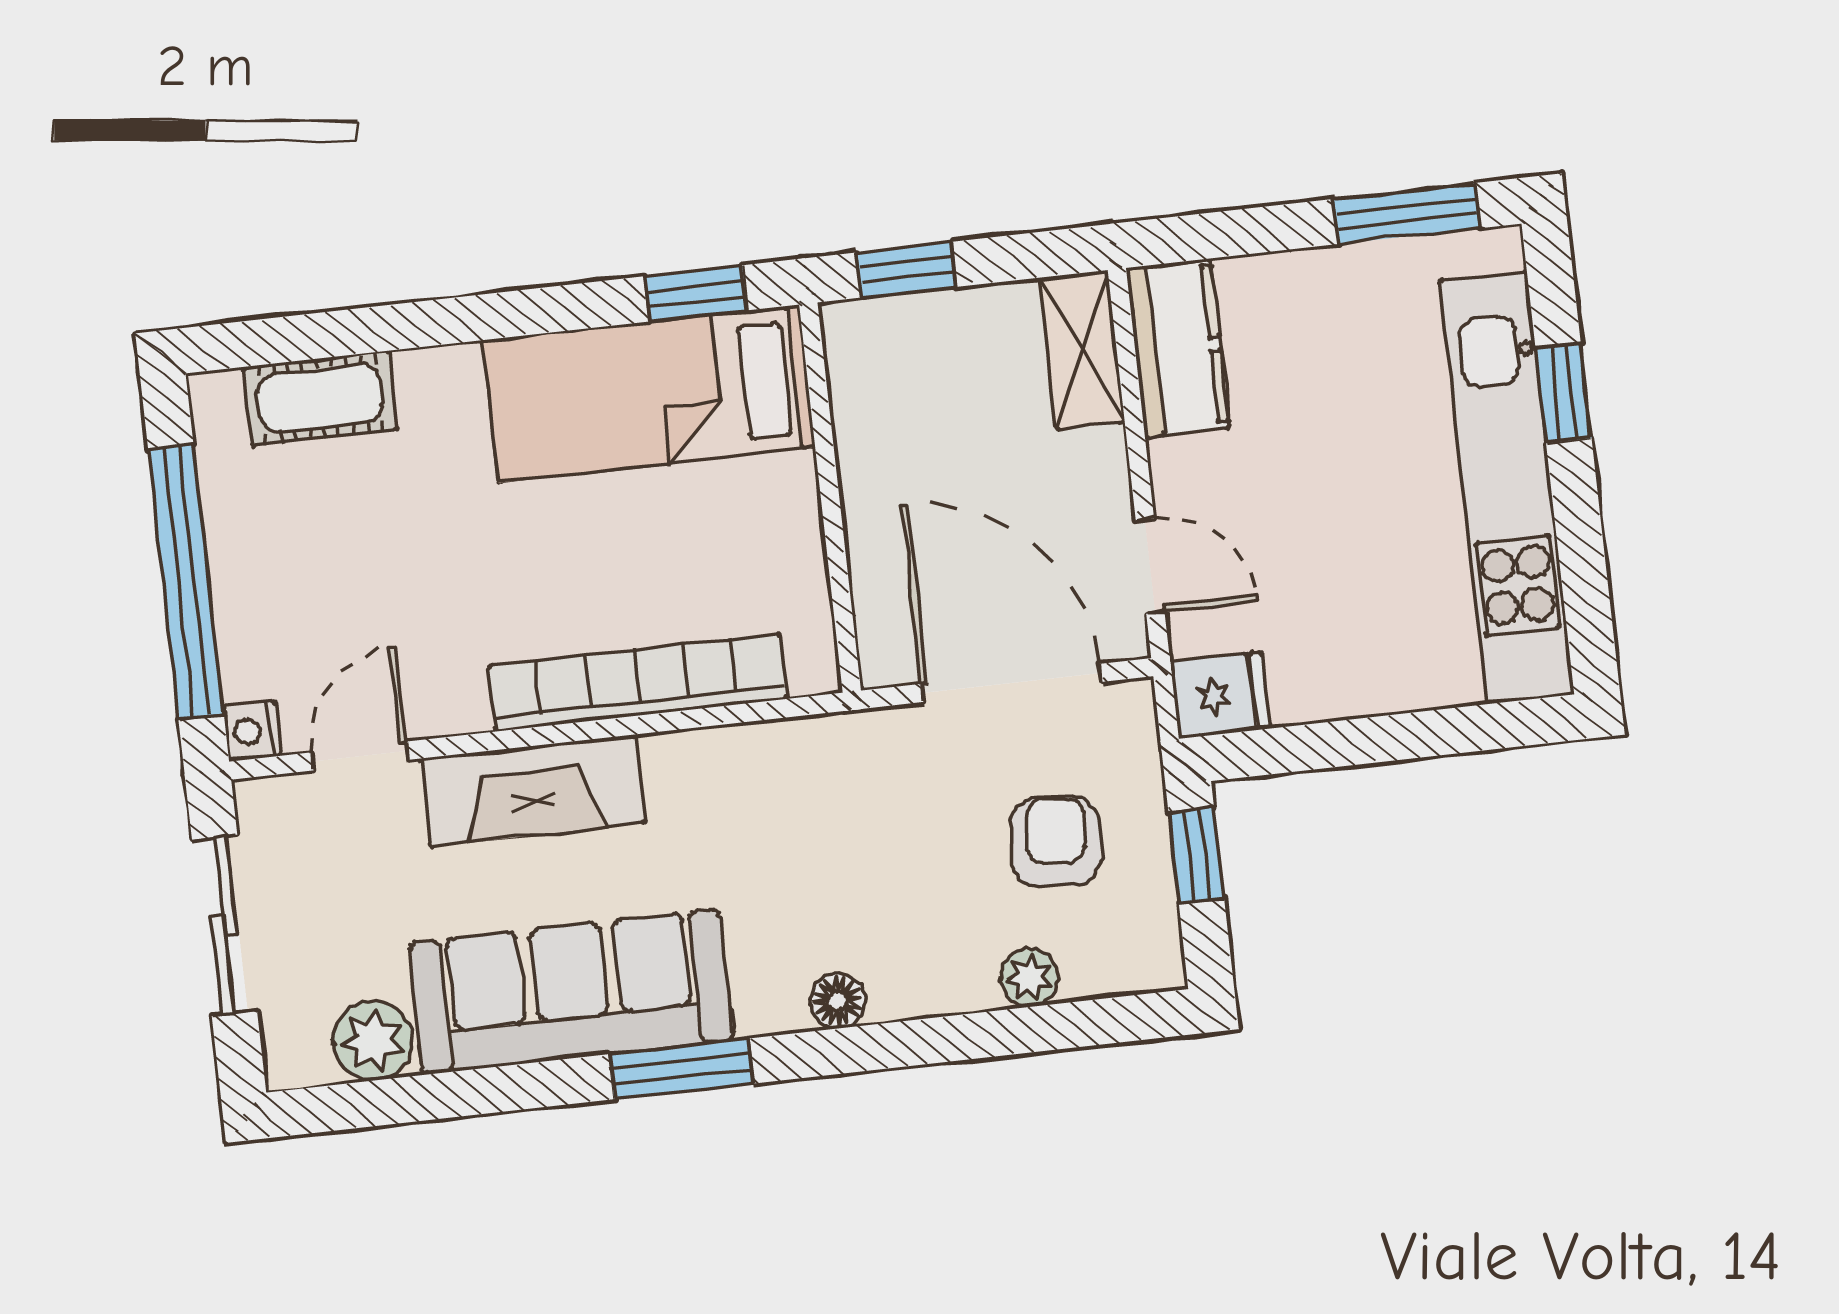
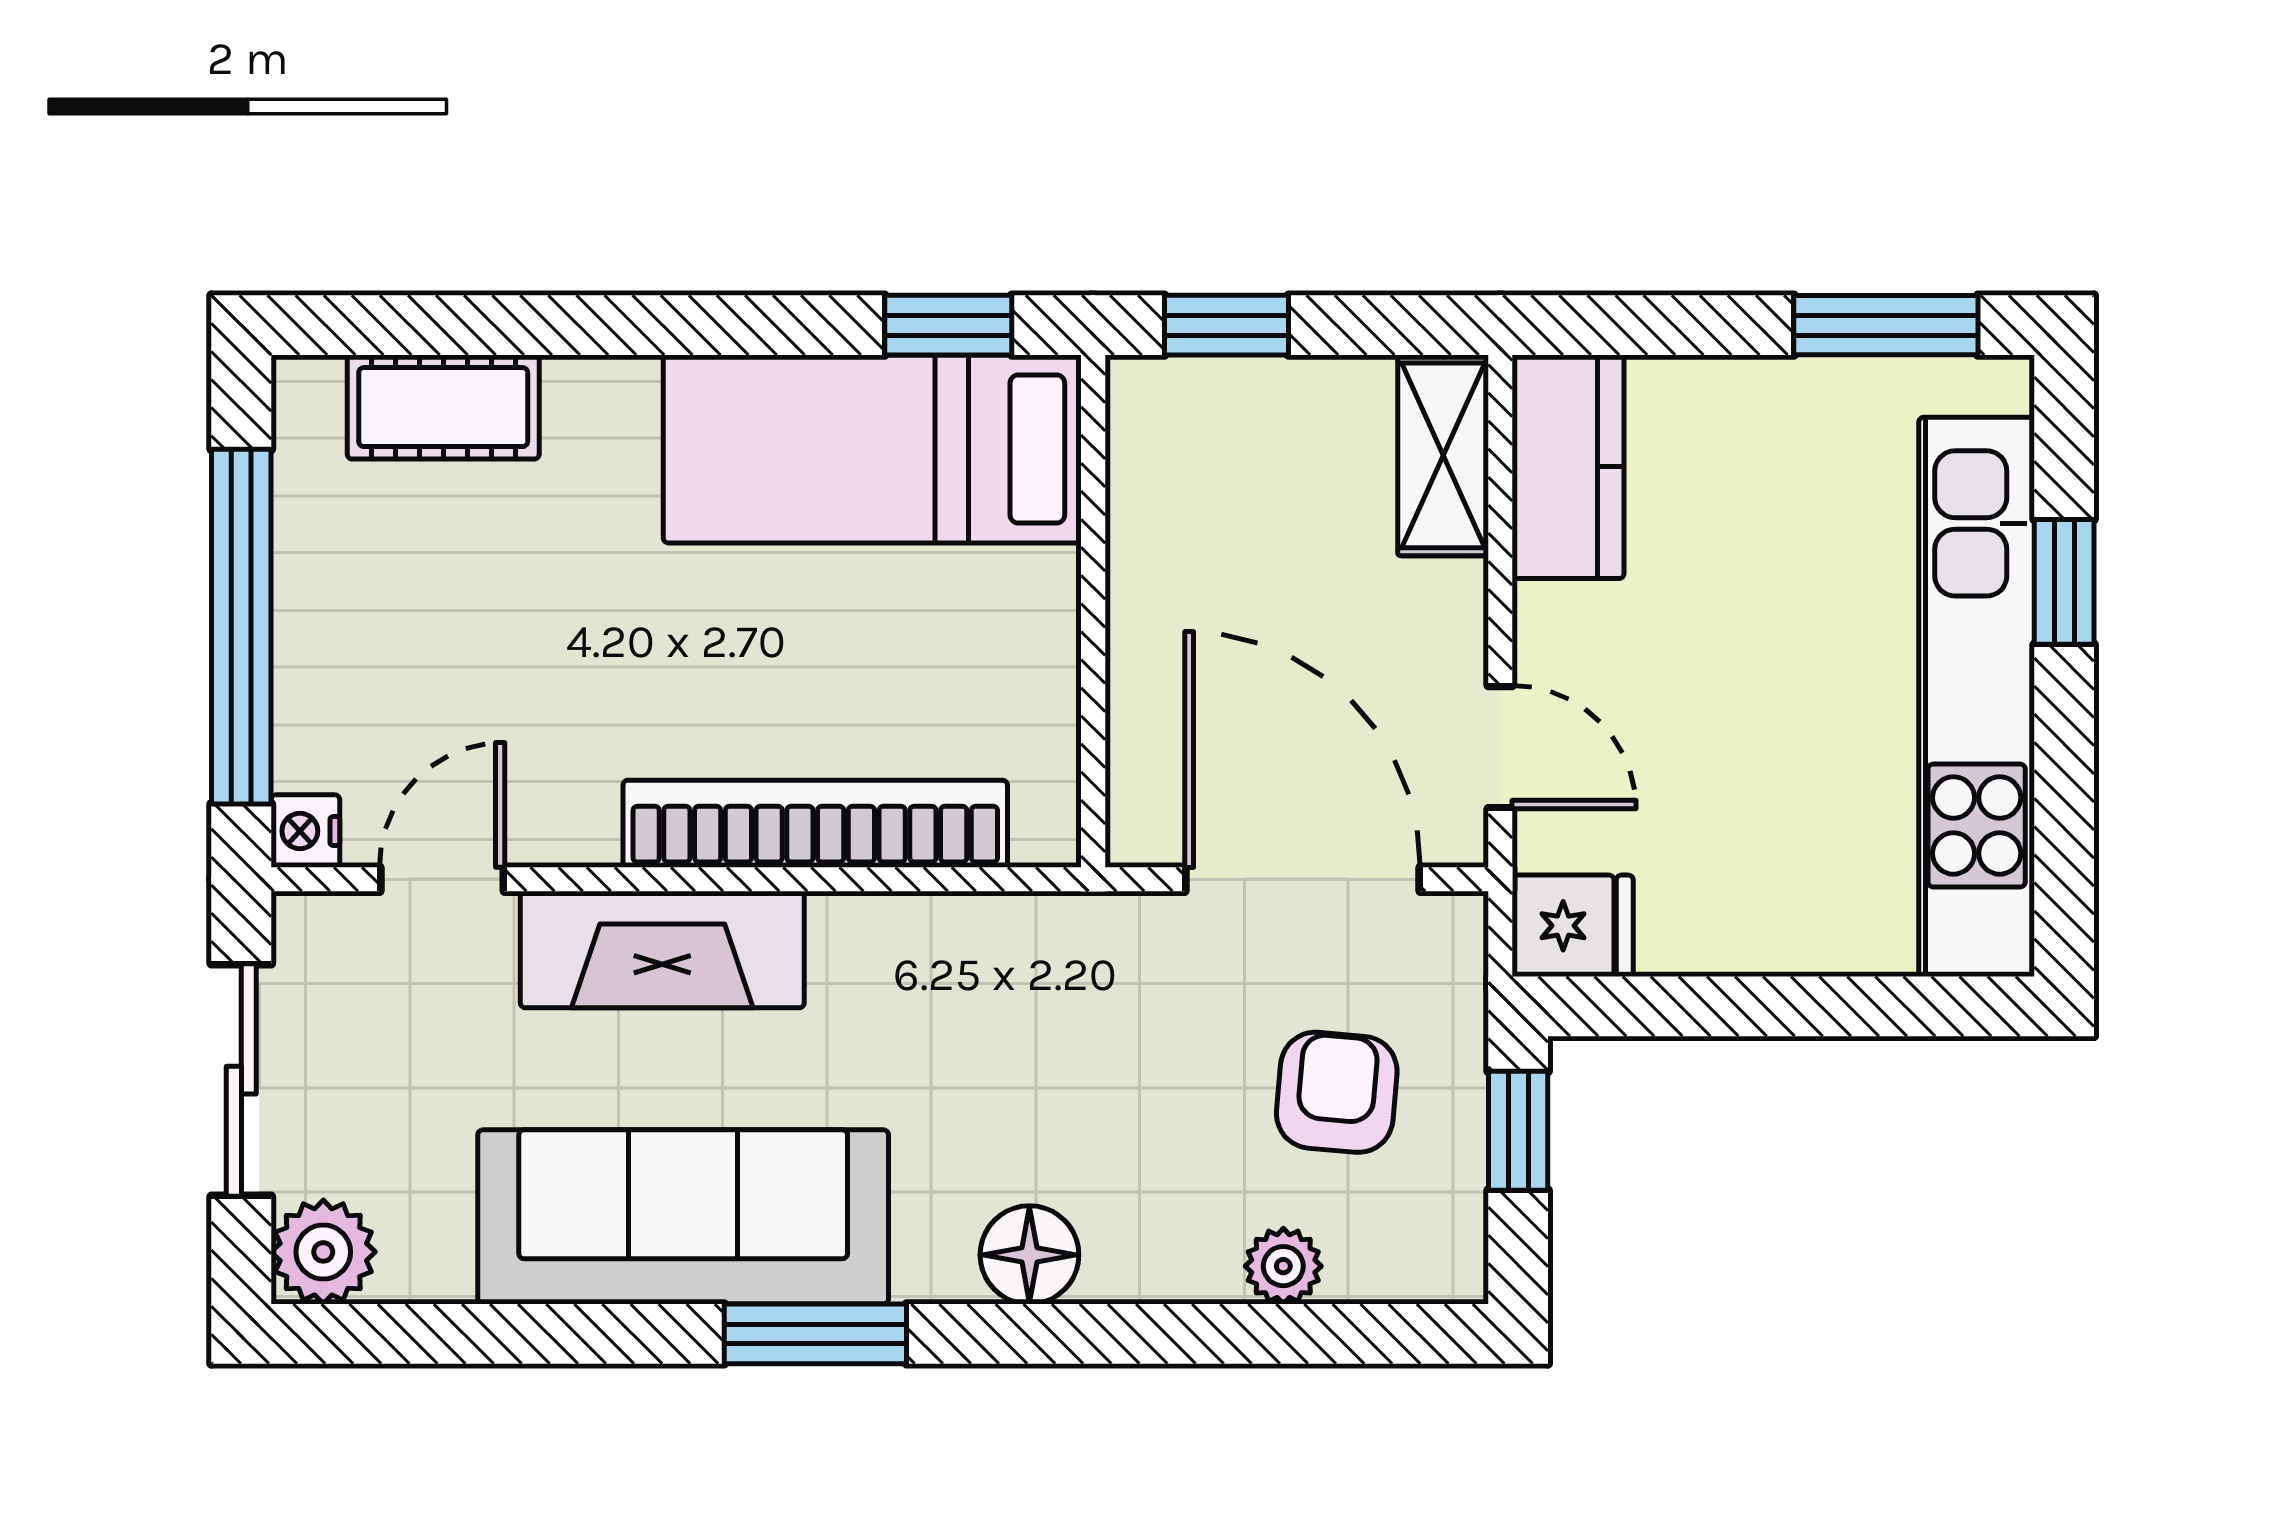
floor lamp: (838, 1001) -> (1029, 1255), width x1.37, depth x1.37
plant: (373, 1041) -> (323, 1252), moved

